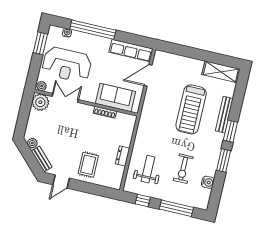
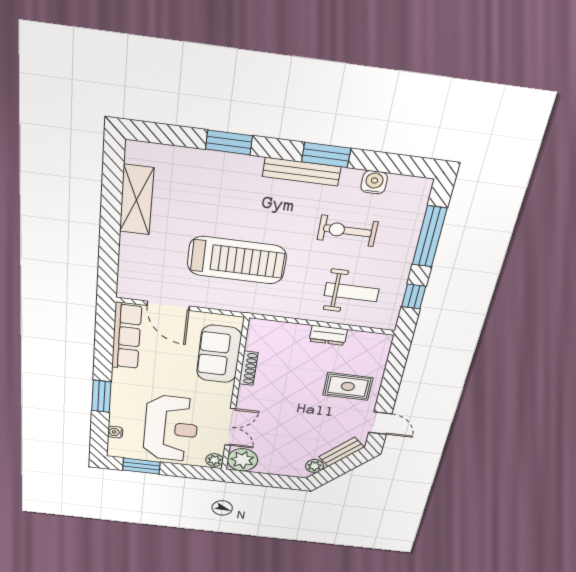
window: (93, 30) -> (101, 396), width x0.47
shelving: (221, 72) -> (137, 200), moved
double door: (65, 98) -> (230, 427), swing flipped
treadmill: (191, 109) -> (237, 260), moved
bench: (224, 115) -> (302, 172), moved
window: (230, 131) -> (229, 143), moved
weight bench: (148, 169) -> (351, 292), turned 180
exercise bike: (183, 169) -> (348, 231), turned 180

